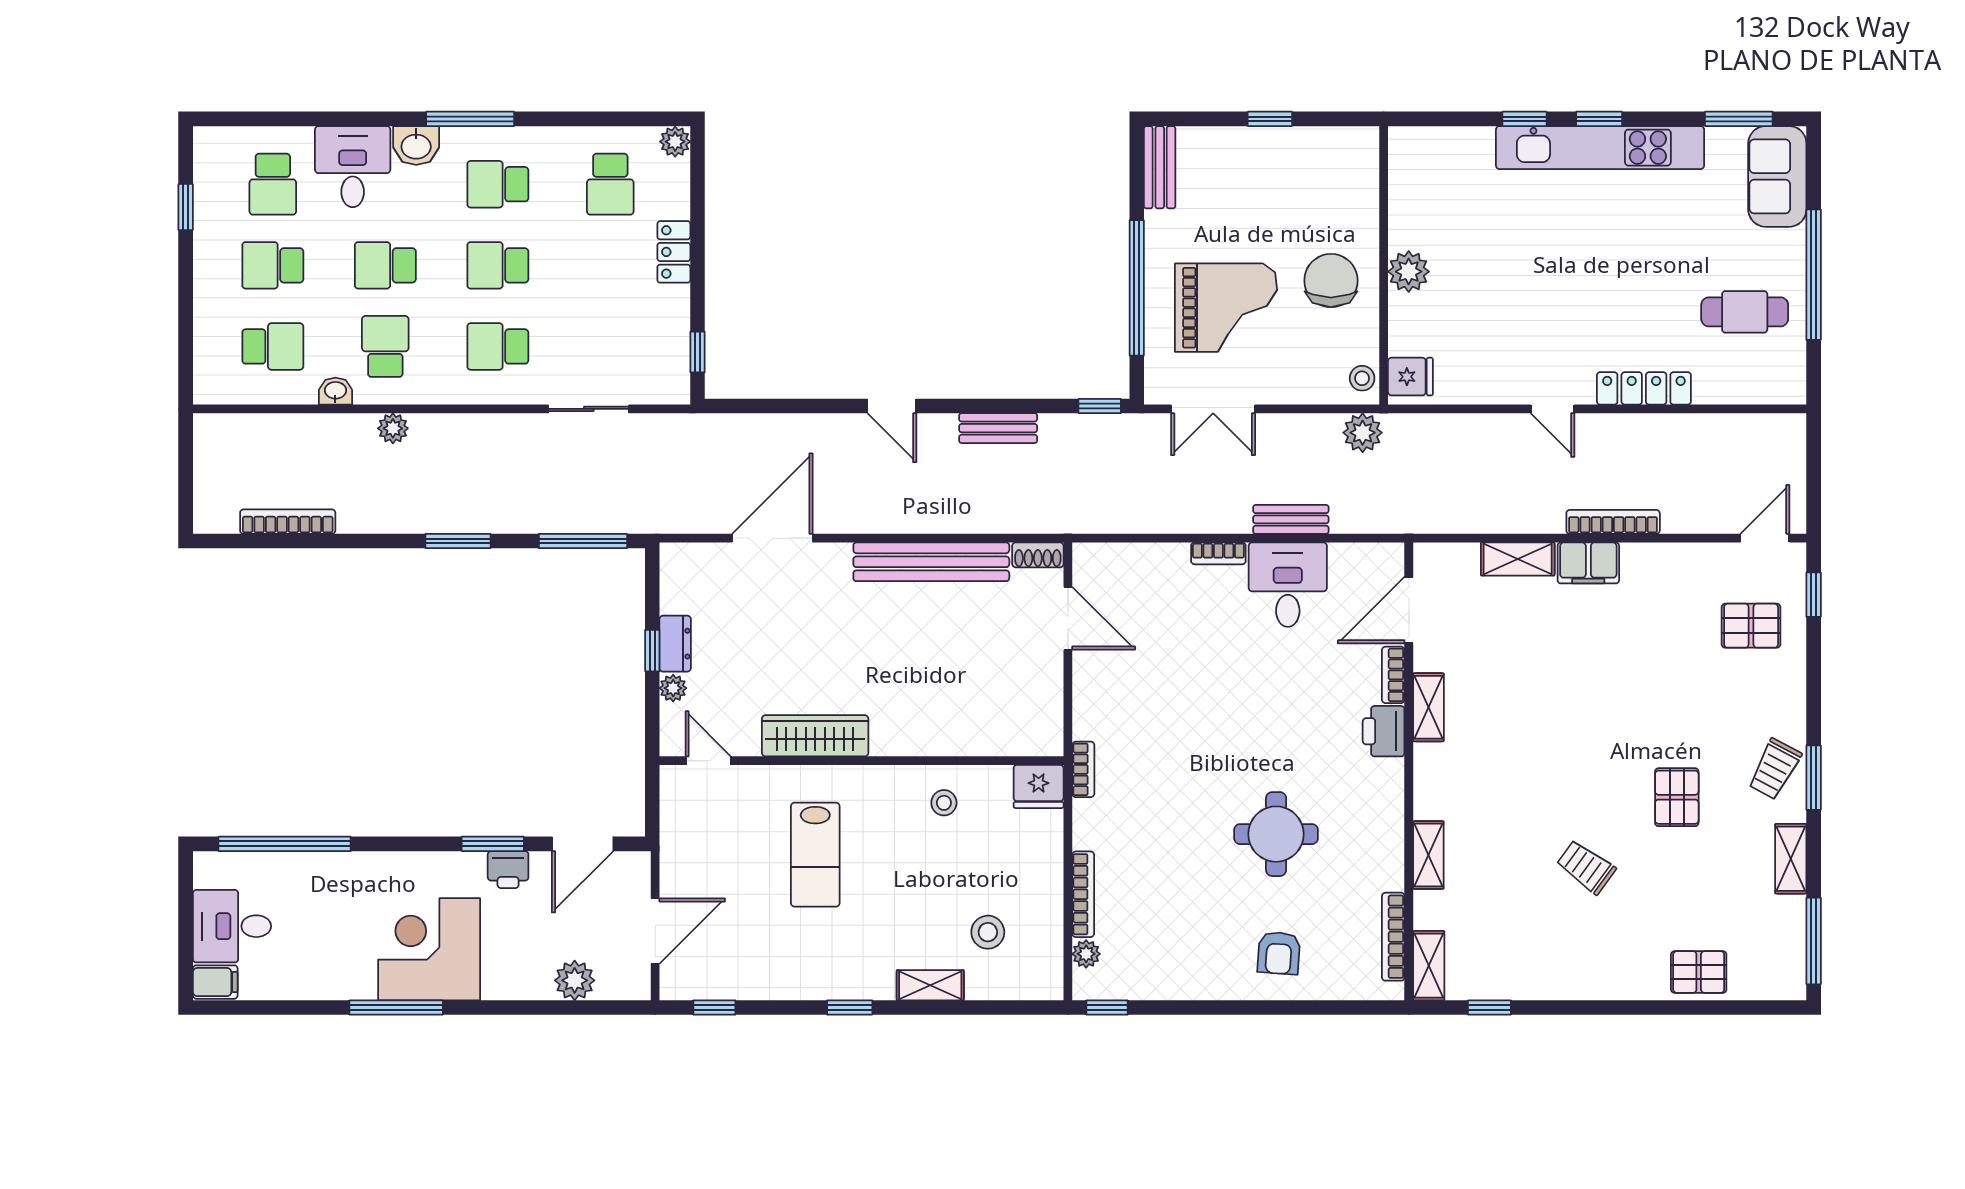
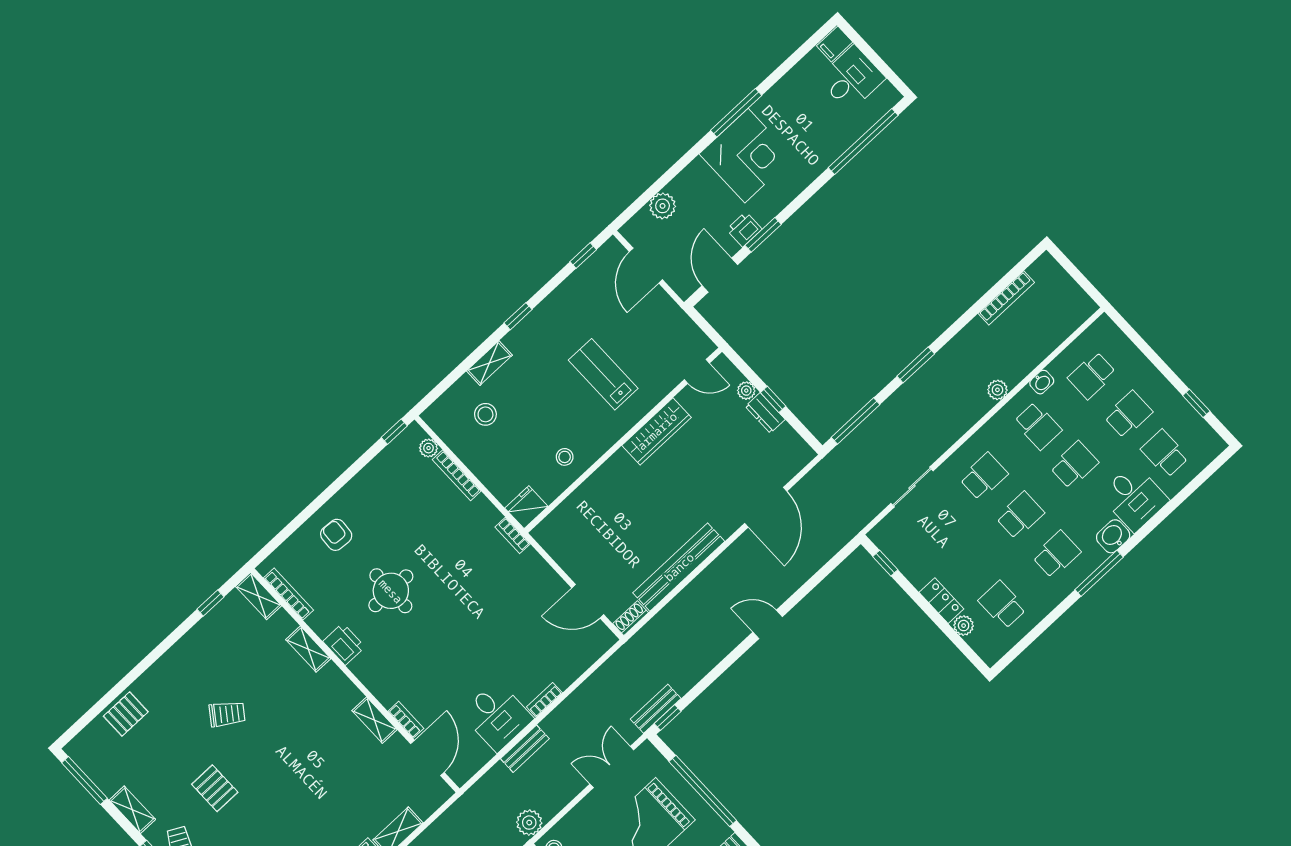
plant: (675, 142) -> (964, 626), moved
bench: (998, 428) -> (656, 709), moved
printer: (1384, 731) -> (344, 644), moved

